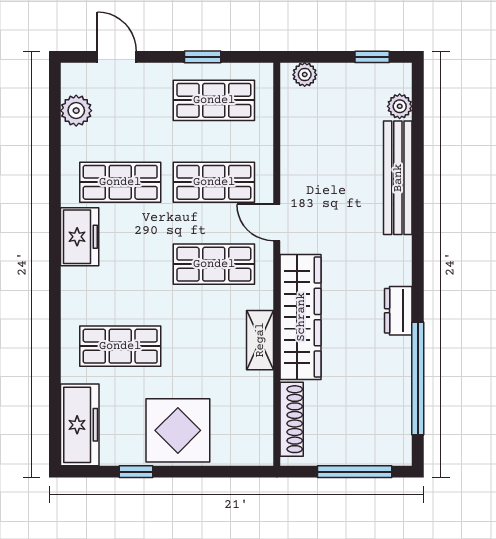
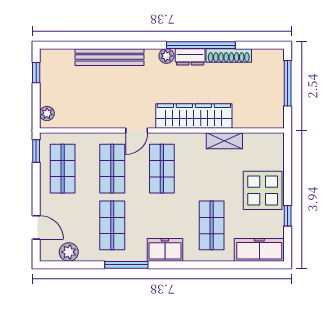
door: (117, 57) -> (36, 227), swing flipped
window: (203, 57) -> (36, 151), moved
plant: (400, 106) -> (167, 56), moved
window: (55, 206) -> (126, 265), added
freezer: (80, 237) -> (165, 250), moved
shelving: (260, 340) -> (224, 141), moved
window: (418, 379) -> (201, 45), moved
shoe rack: (292, 419) -> (229, 55), moved, turned 180

